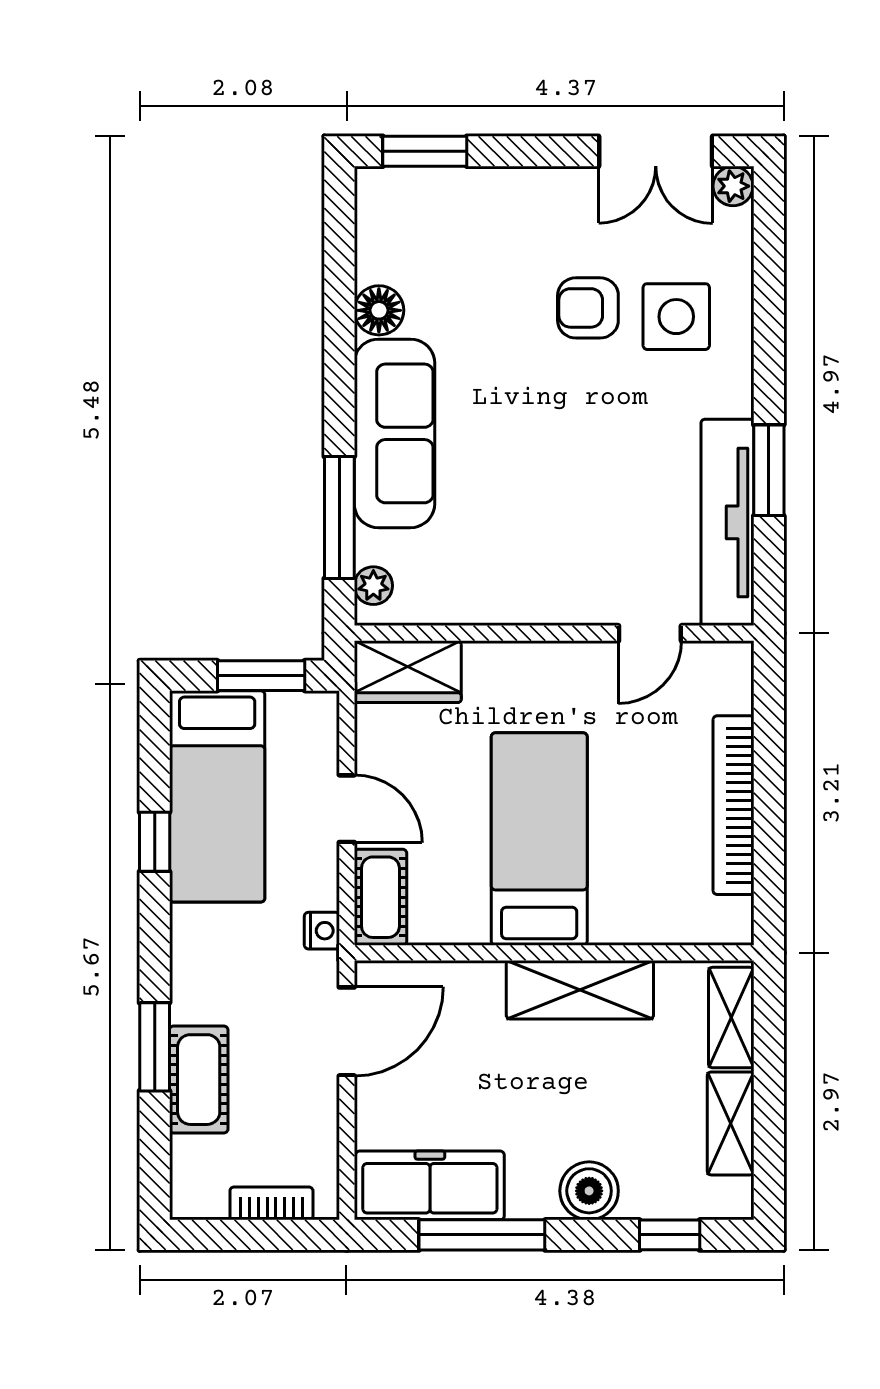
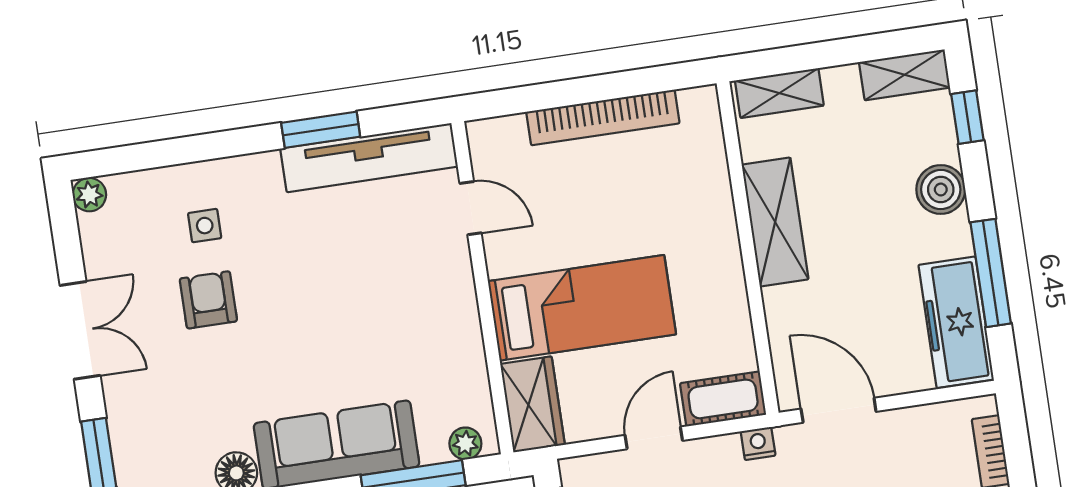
double door: (656, 151) -> (80, 330), moved
armchair: (588, 308) -> (208, 300), turned 180
side table: (676, 317) -> (205, 226), width x0.54, depth x0.54
bed: (539, 839) -> (582, 308), moved, turned 180
shelving: (731, 1123) -> (905, 75), moved

